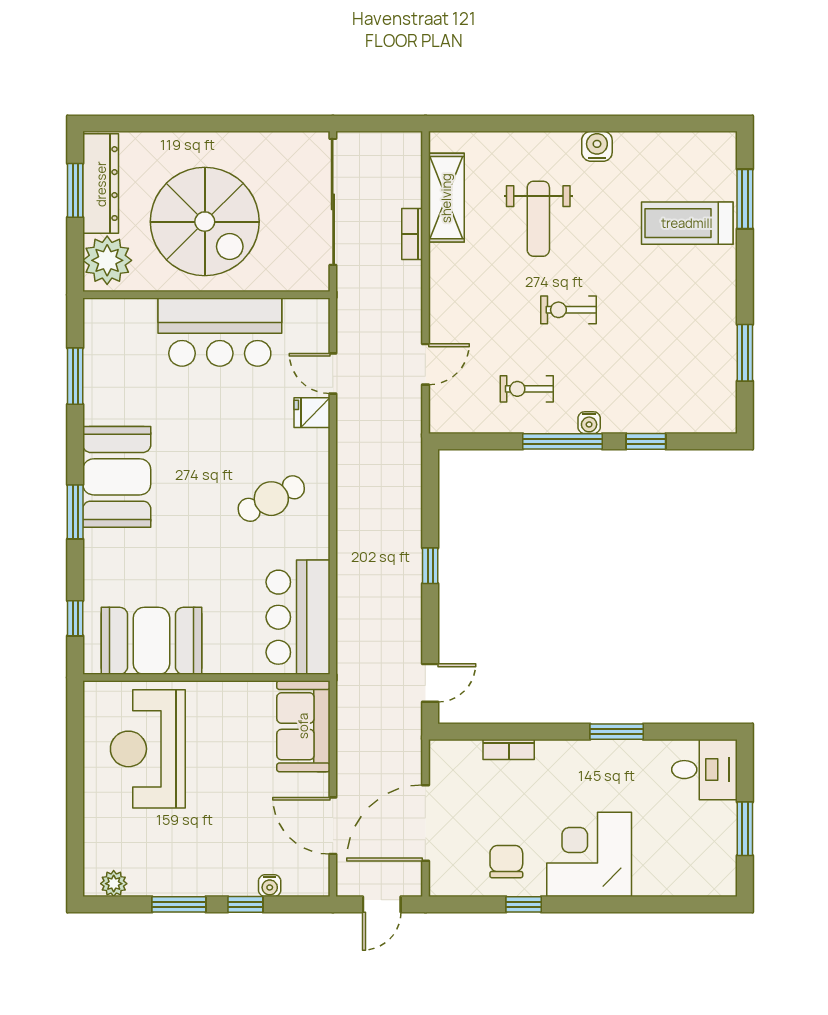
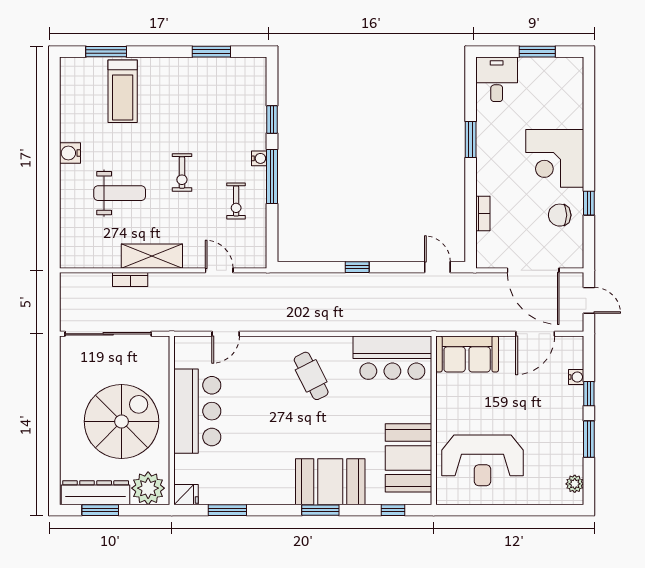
shelving: (446, 198) -> (152, 256), moved
fridge: (312, 413) -> (186, 495), moved, turned -90
booth: (117, 477) -> (330, 482), moved

